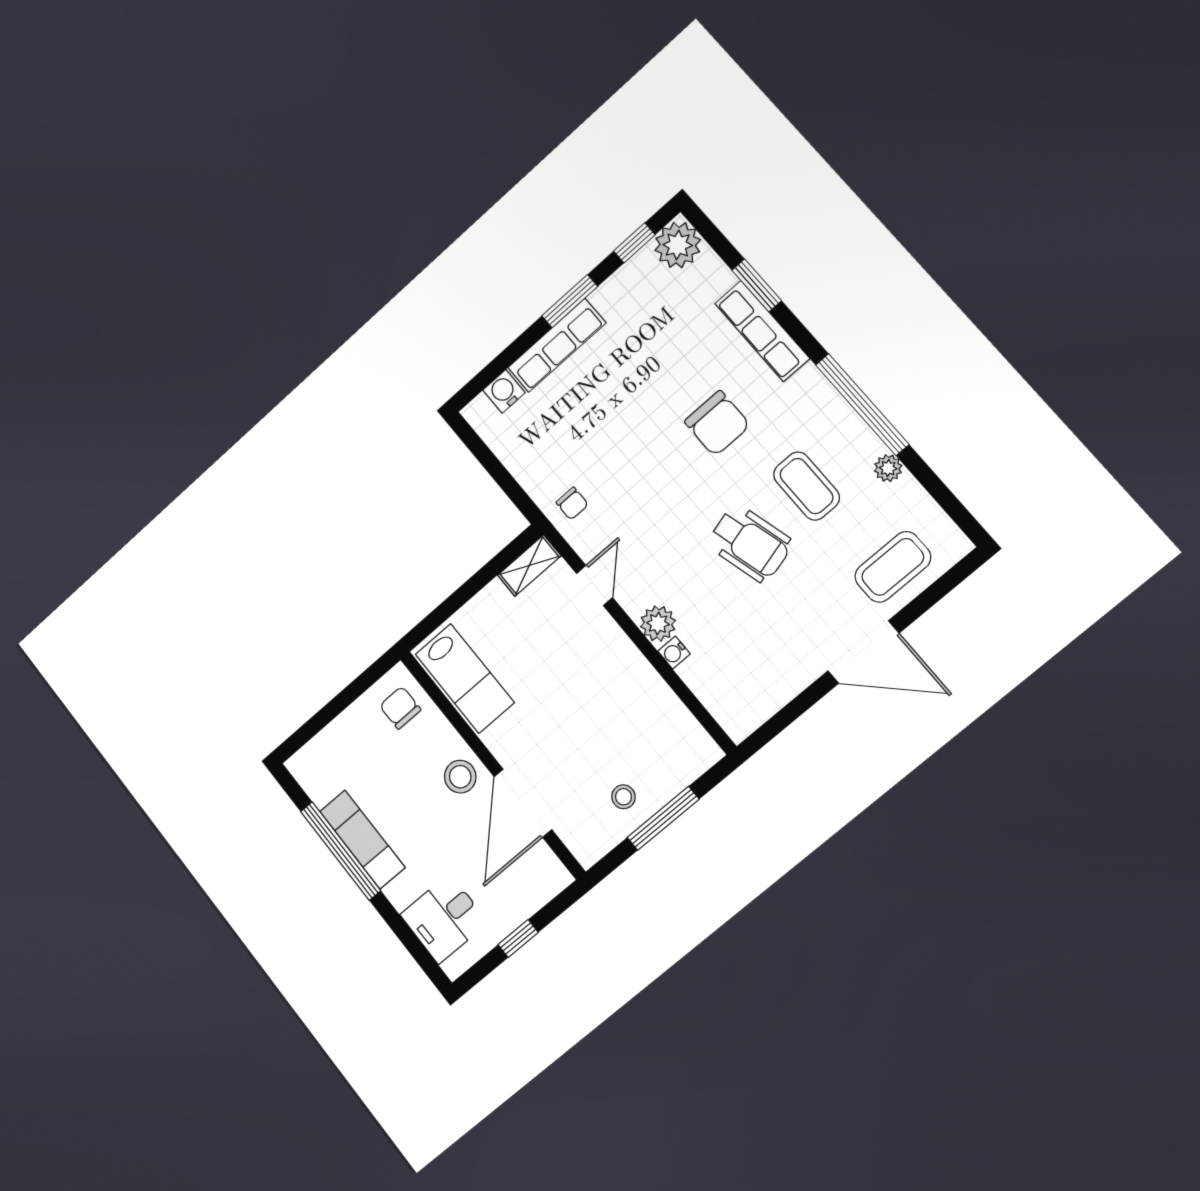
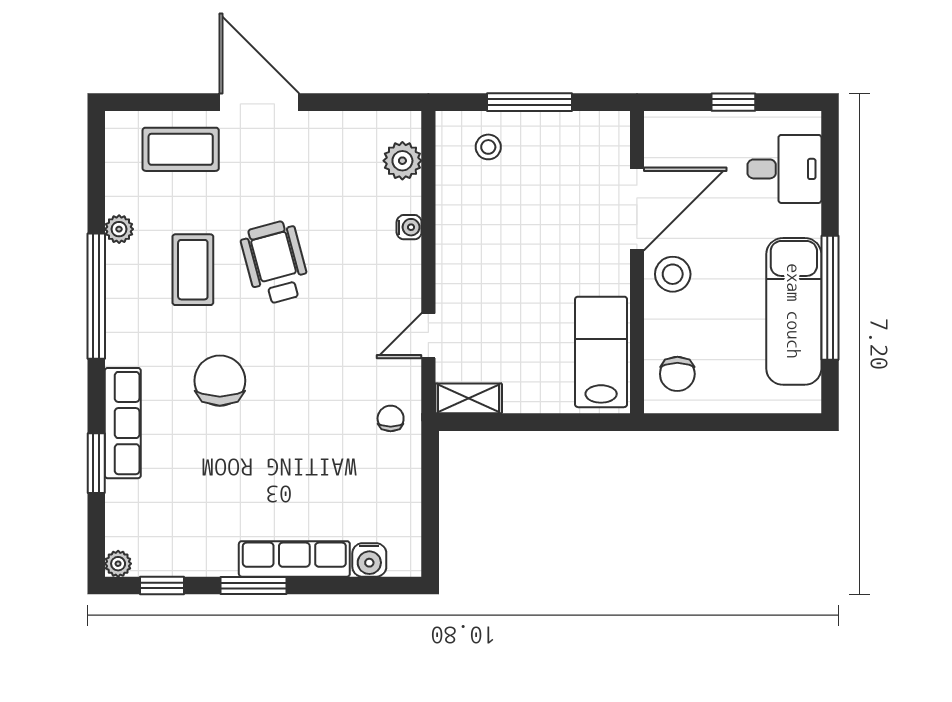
plant: (678, 245) -> (118, 564), width x0.53, depth x0.53
plant: (658, 624) -> (402, 161), moved
stool: (623, 797) -> (488, 147), moved
exam couch: (362, 839) -> (794, 311), width x1.36, depth x1.45

